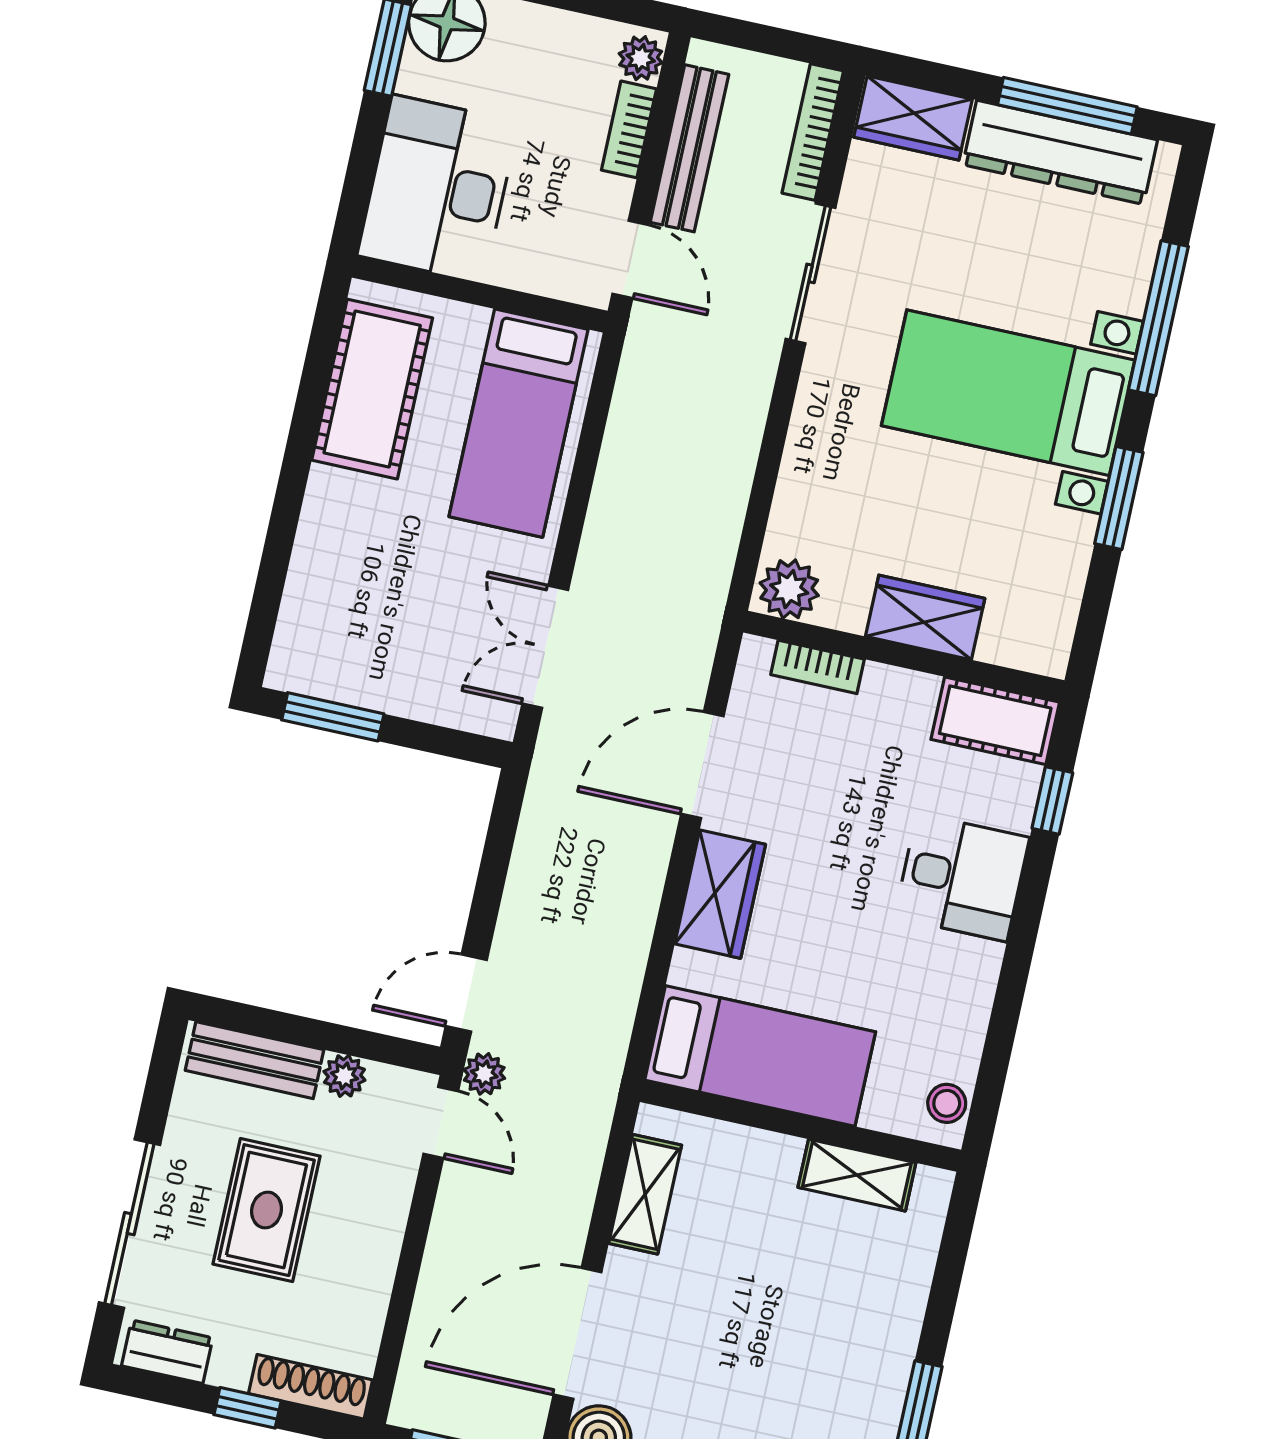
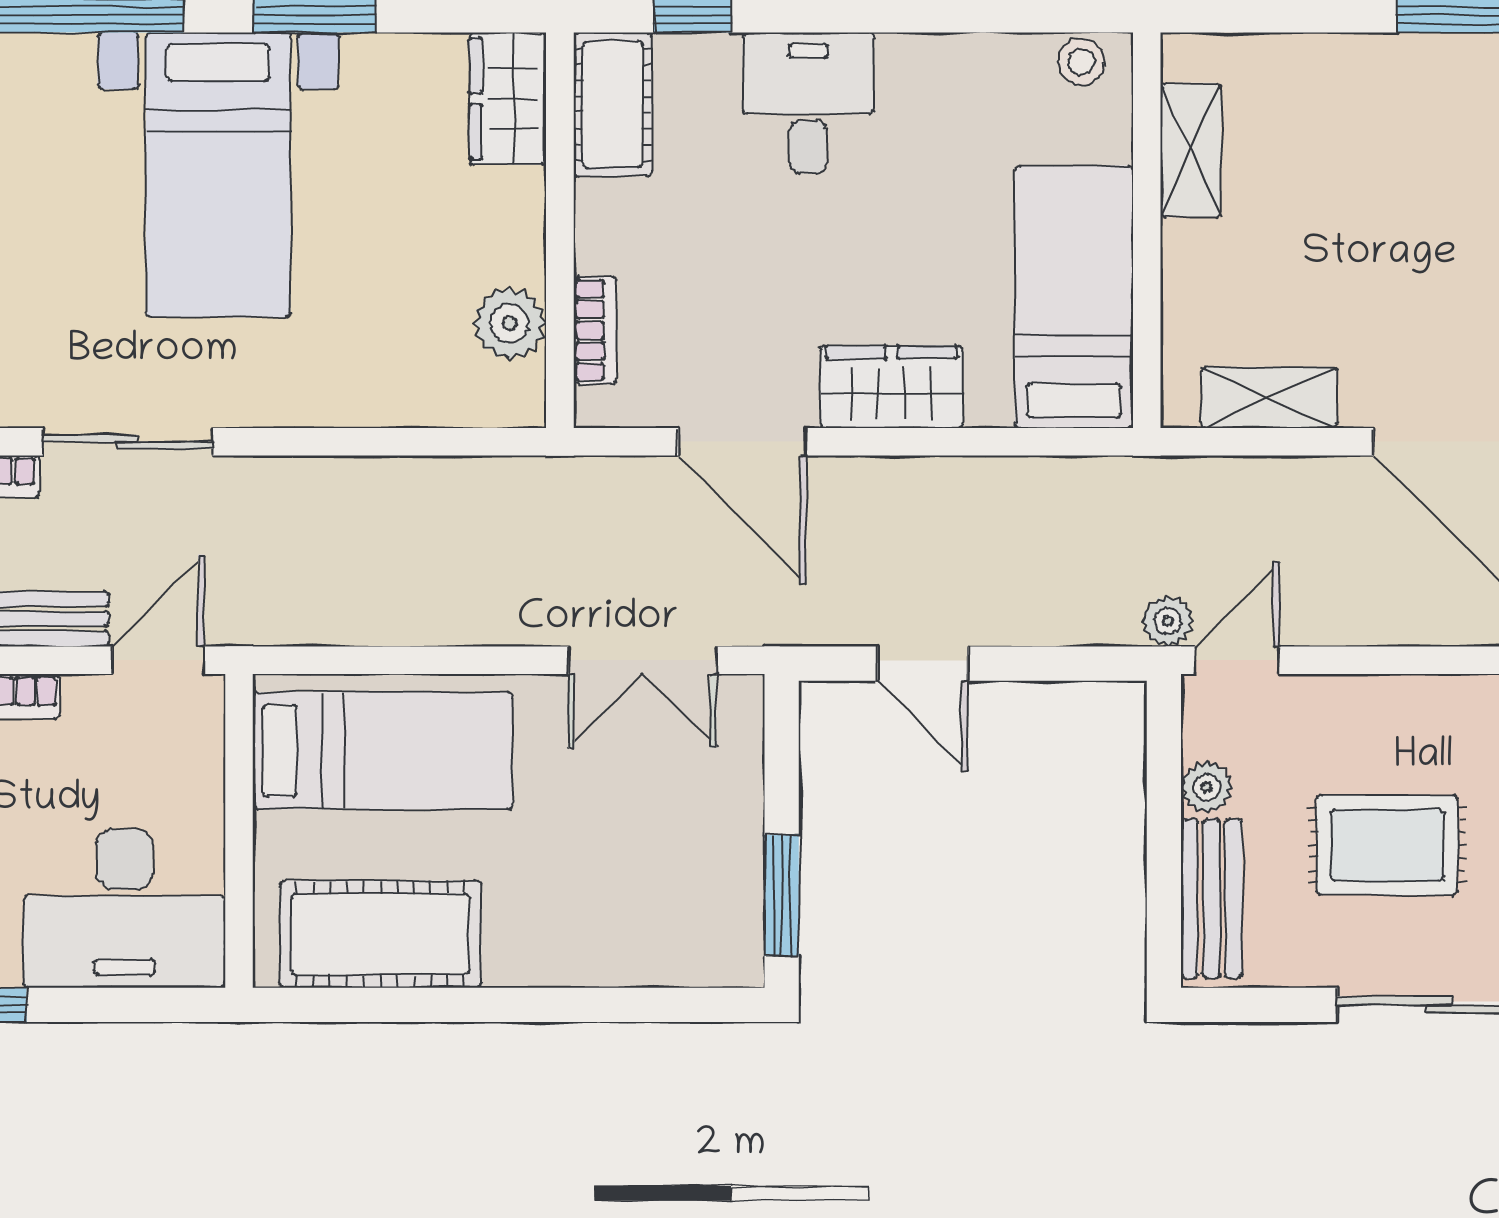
plant: (789, 589) -> (510, 323), moved
wardrobe: (925, 617) -> (508, 99), moved
door: (466, 993) -> (923, 664), moved

